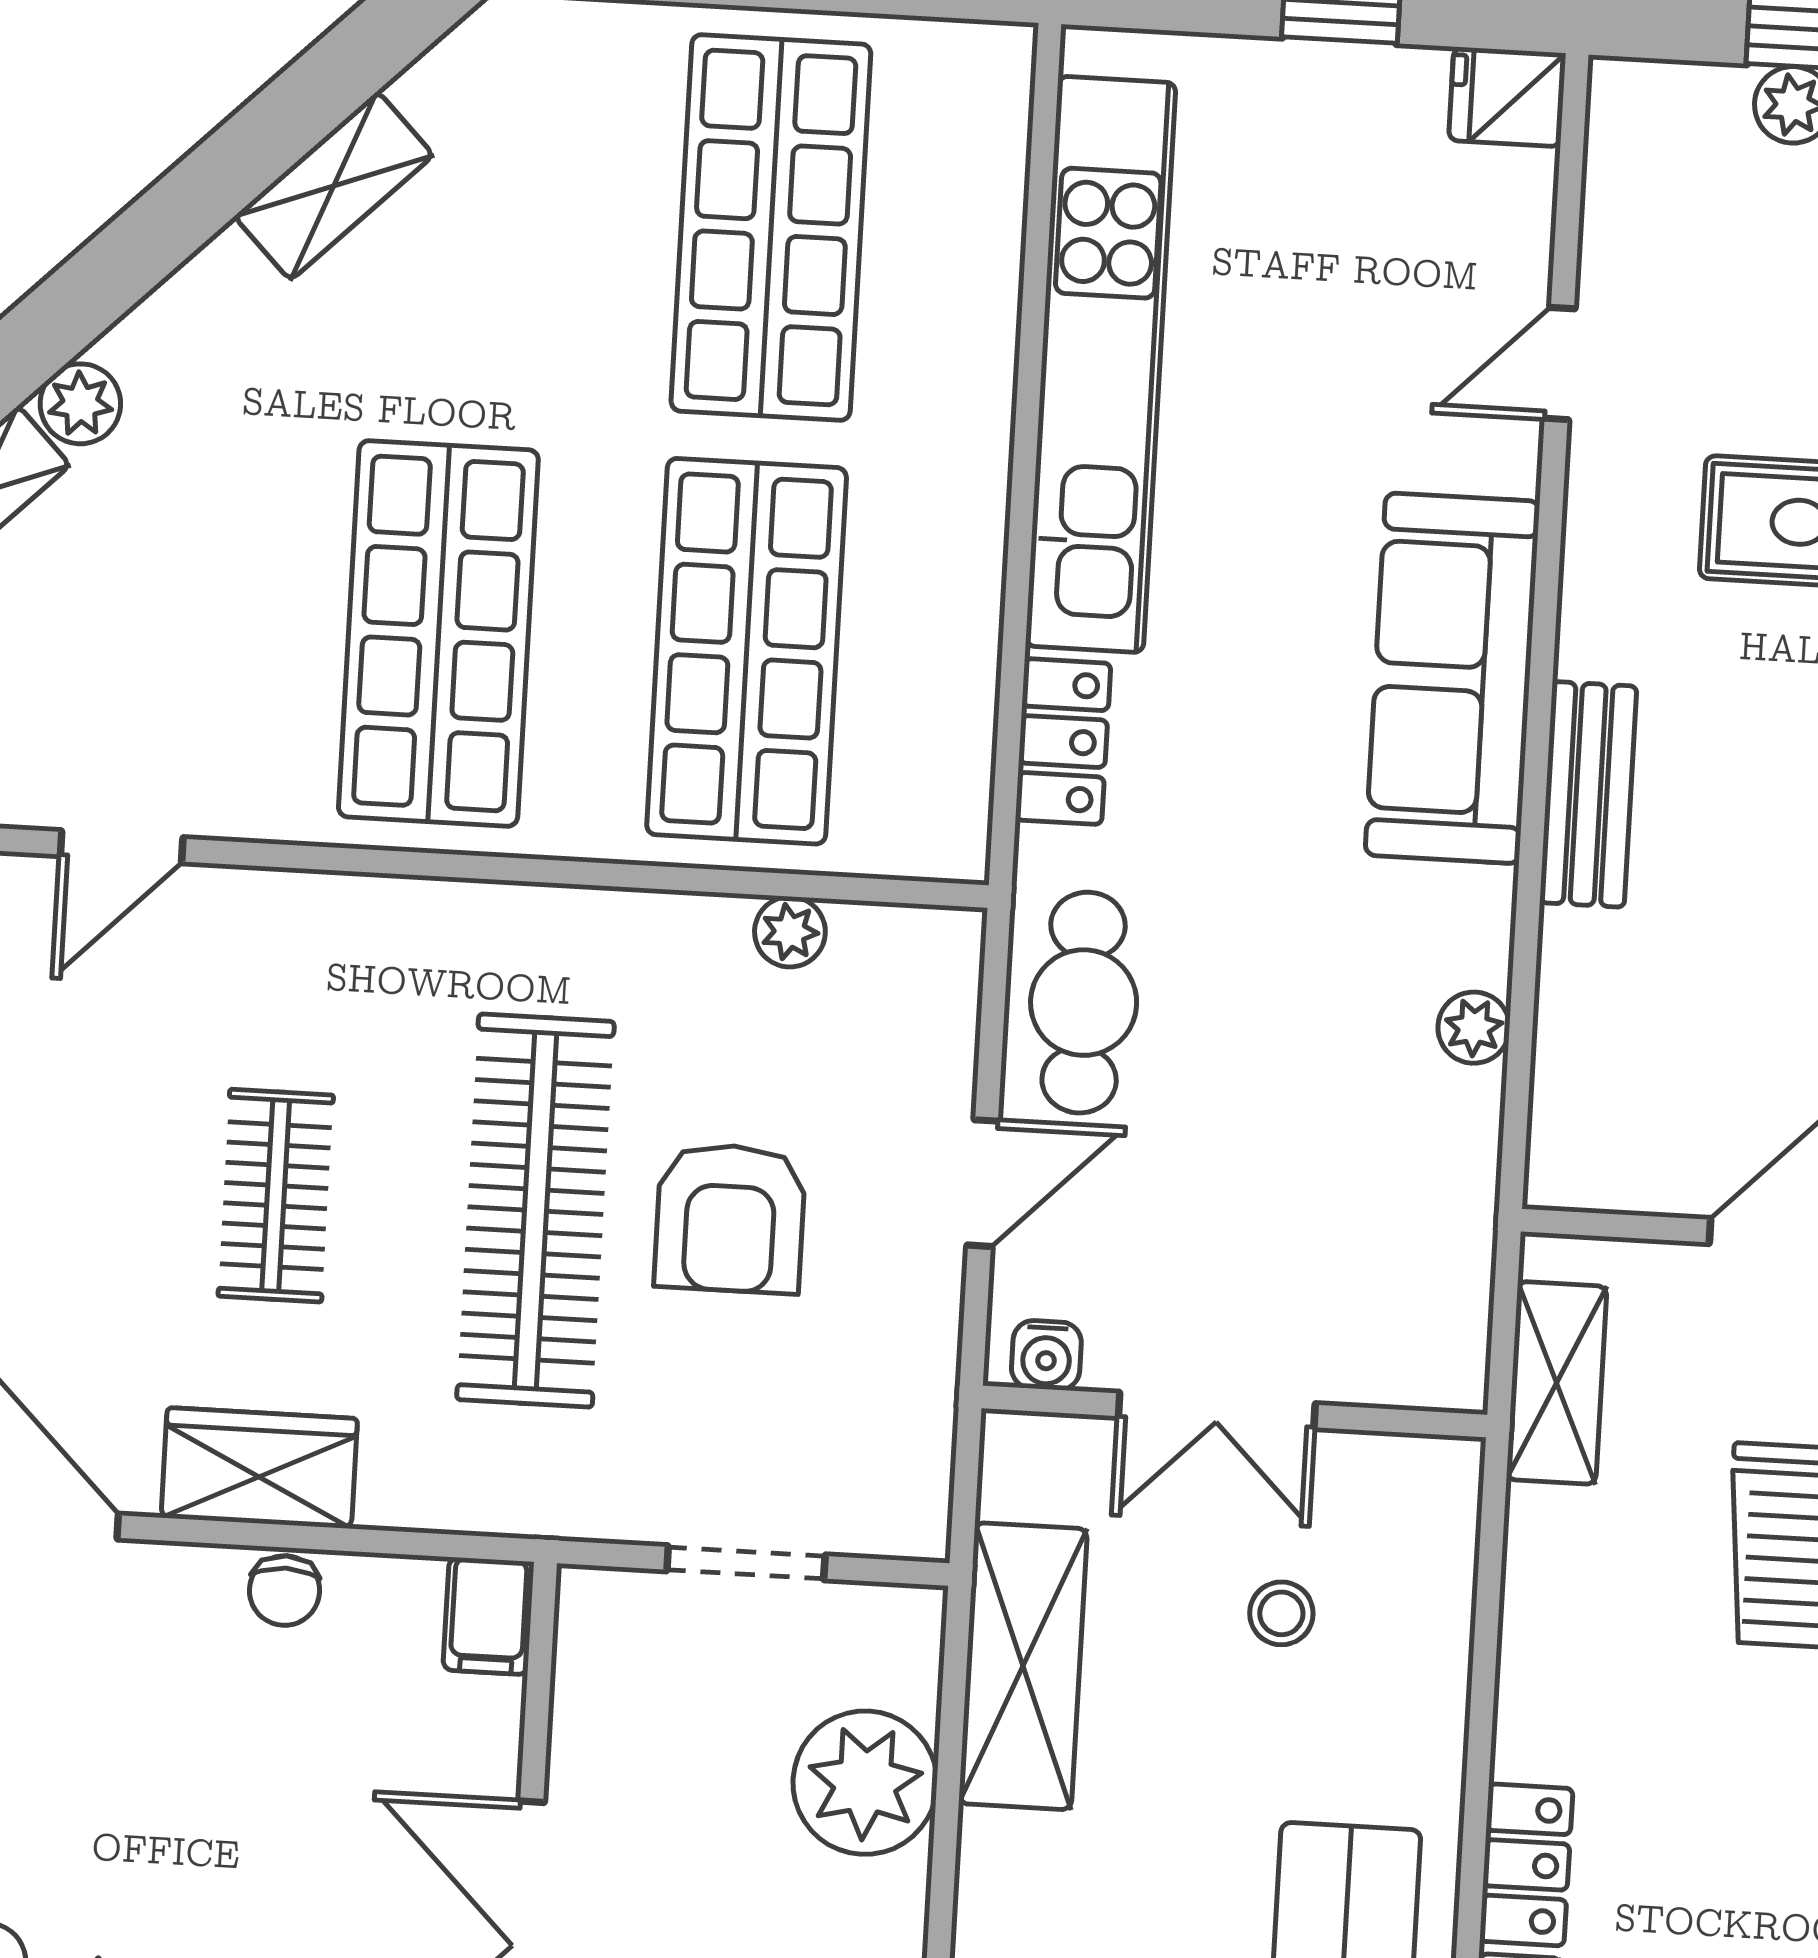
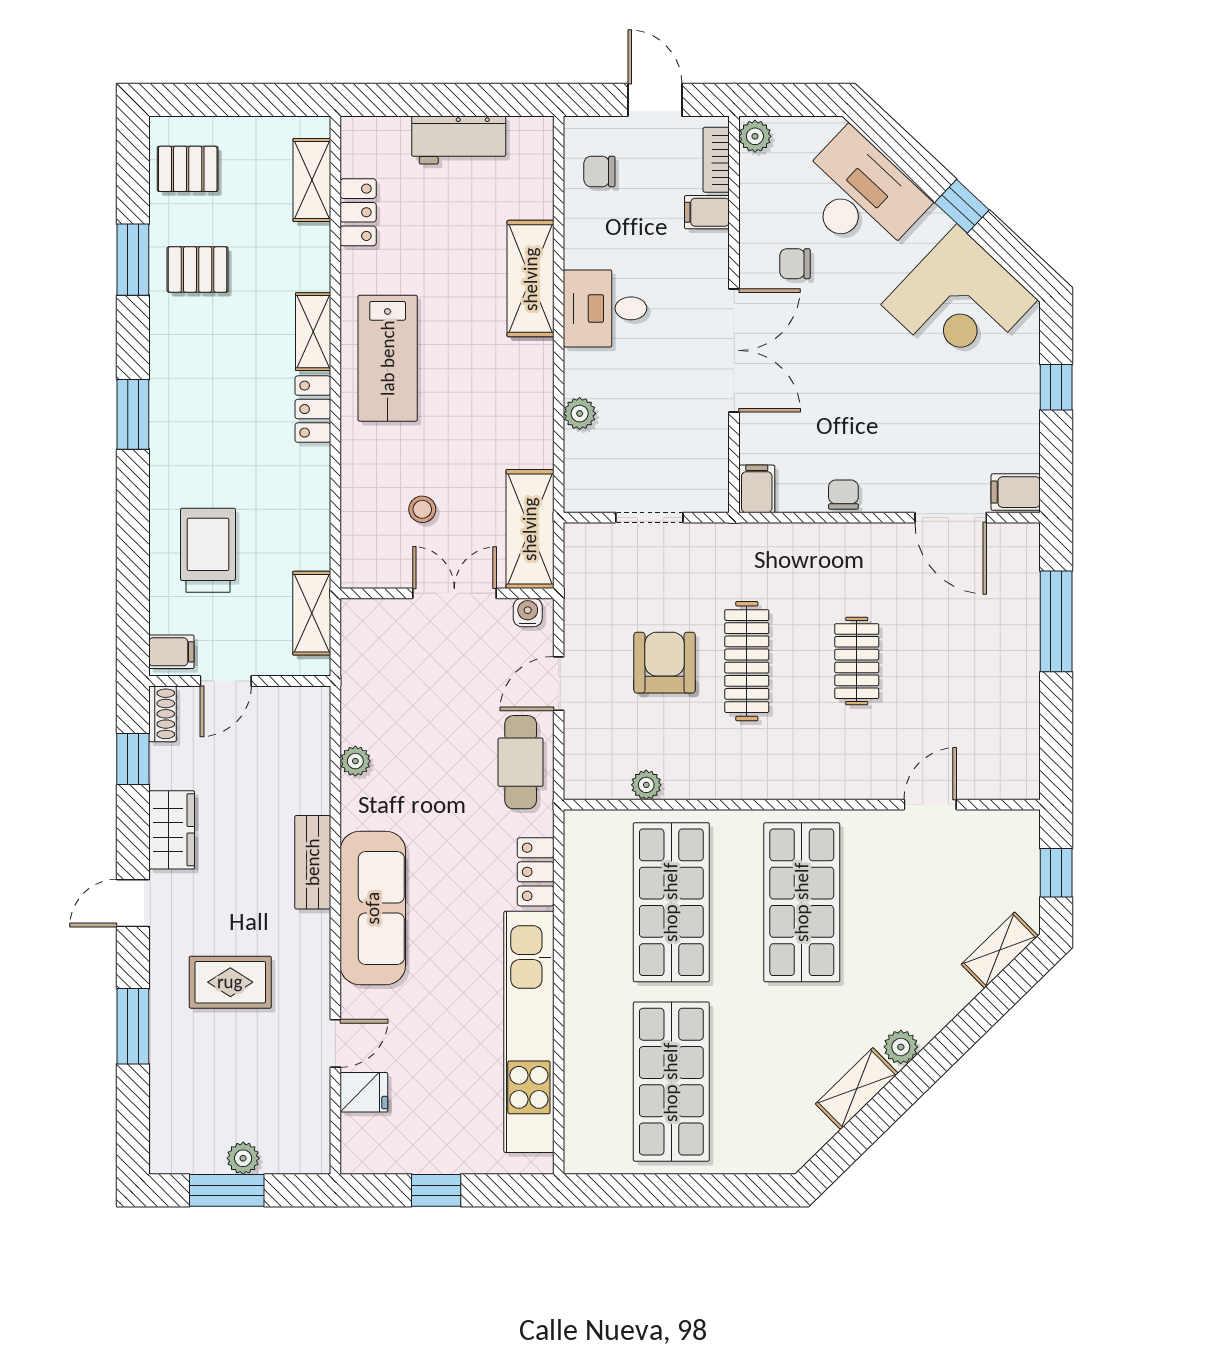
fridge: (1507, 97) -> (364, 1092), moved
plant: (80, 404) -> (901, 1047), moved
clothes rail: (535, 1211) -> (747, 661), width x0.73, depth x0.76
wardrobe: (259, 1468) -> (857, 546), removed
shelving: (1023, 1666) -> (530, 529), moved
plant: (865, 1783) -> (580, 414), width x0.53, depth x0.53

